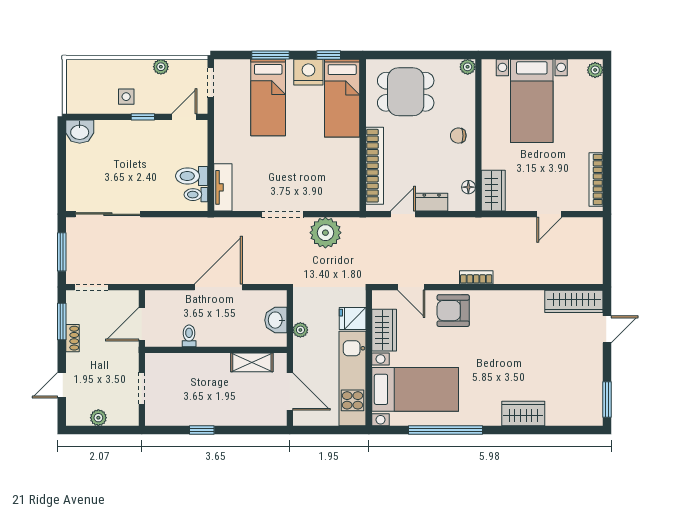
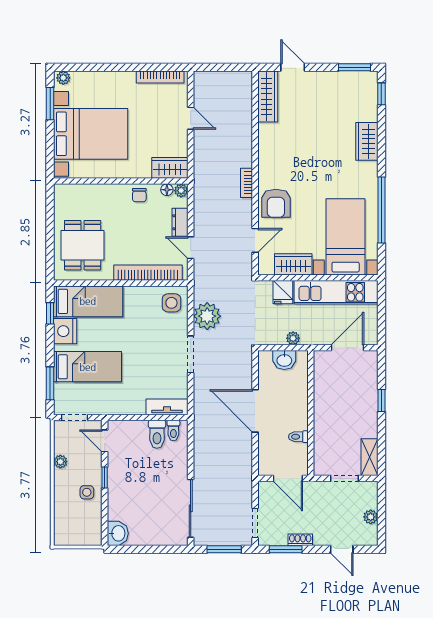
window: (271, 55) -> (50, 383), moved
window: (566, 55) -> (50, 104), added
plant: (468, 67) -> (181, 191), moved
bed with nightstands: (532, 101) -> (91, 134), width x1.36
chair: (458, 136) -> (139, 195), moved
side table: (340, 192) -> (171, 303), added
shelving: (252, 362) -> (370, 457), moved
window: (202, 430) -> (381, 401), moved
window: (577, 430) -> (381, 94), added

